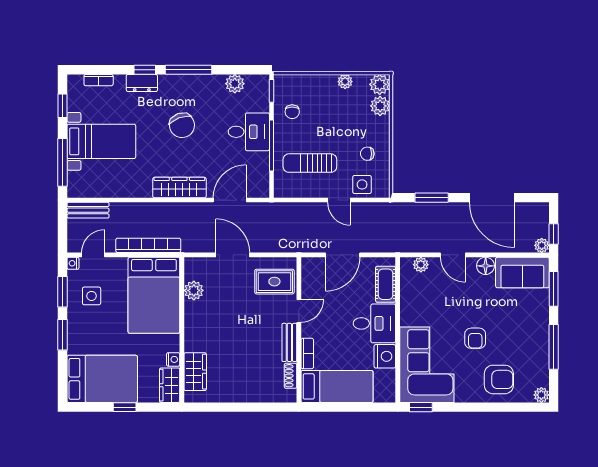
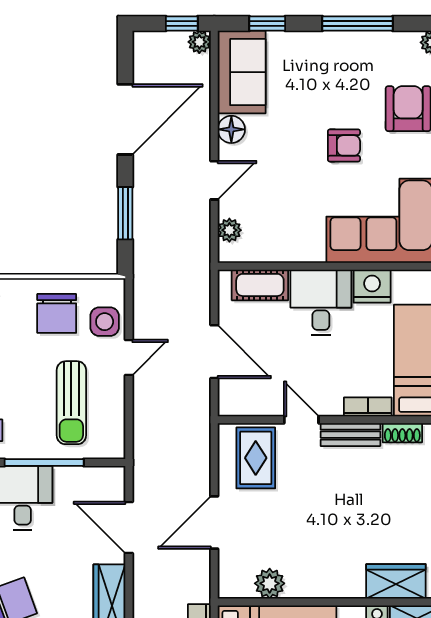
chair: (367, 154) -> (57, 313), width x1.87, depth x1.87
window: (554, 289) -> (267, 23), width x0.67

